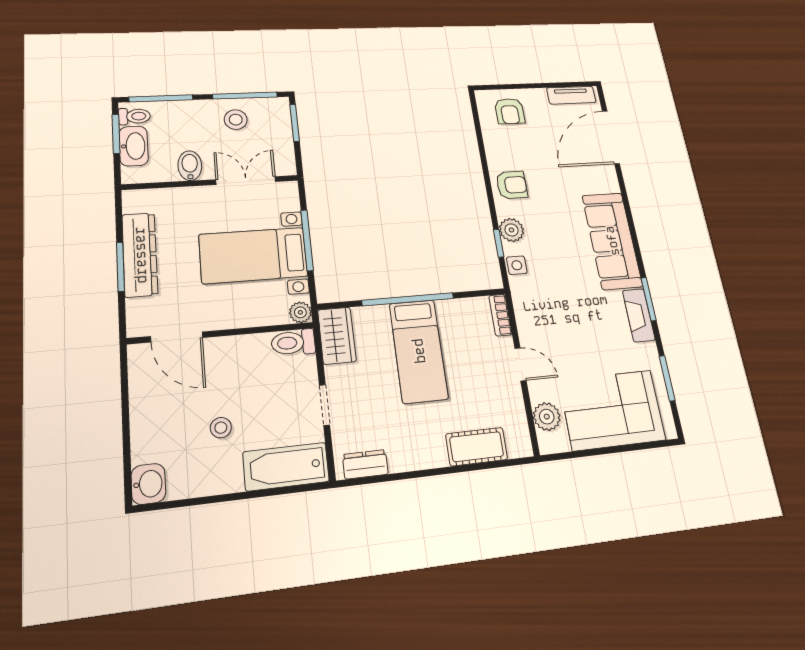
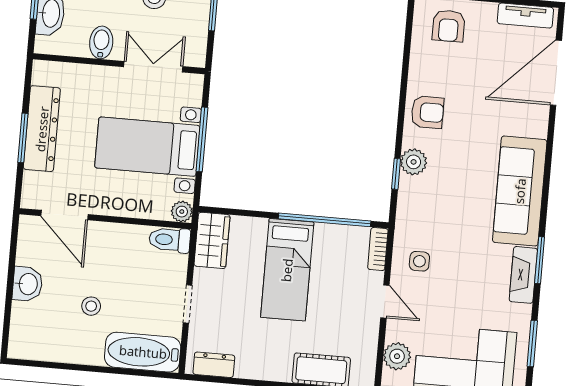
side table: (517, 265) -> (419, 261), moved
window: (408, 299) -> (325, 220), moved
washbasin: (148, 484) -> (27, 284), moved

